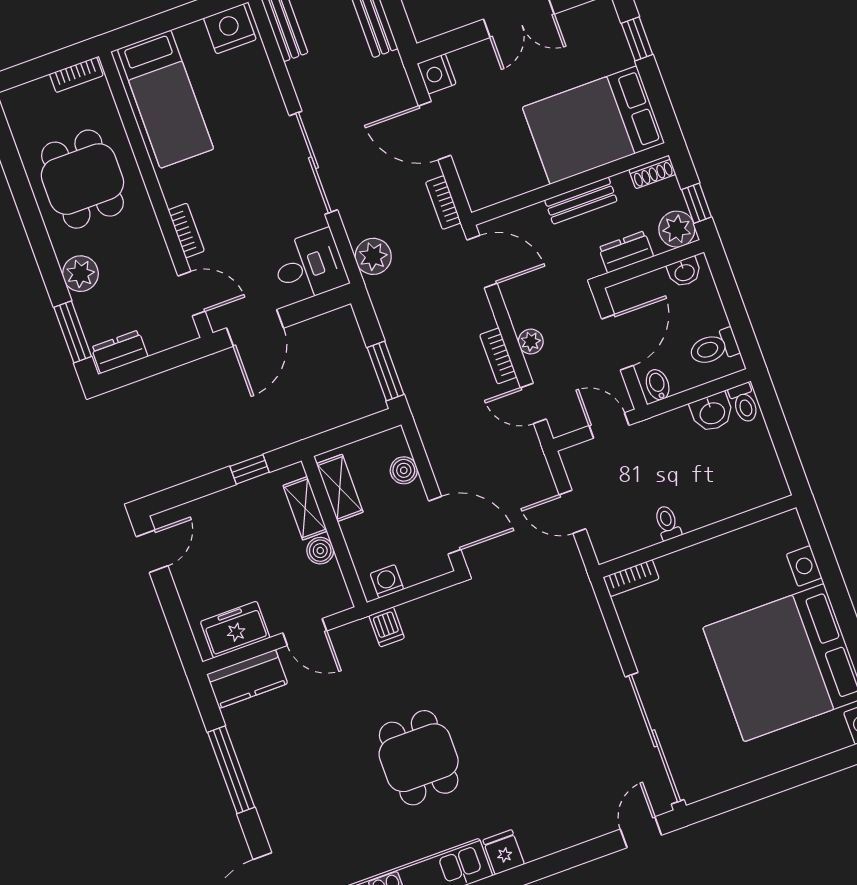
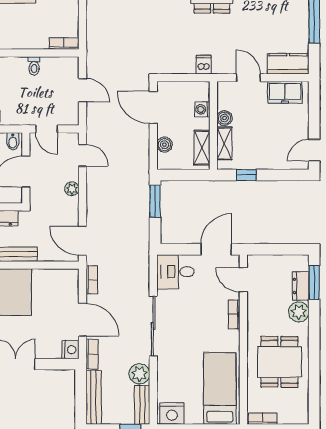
plant: (373, 256) -> (139, 374), moved
dresser: (120, 352) -> (301, 286), moved, turned 90
bookcase: (498, 356) -> (92, 354), moved
washing machine: (387, 581) -> (202, 109), moved, turned 90

